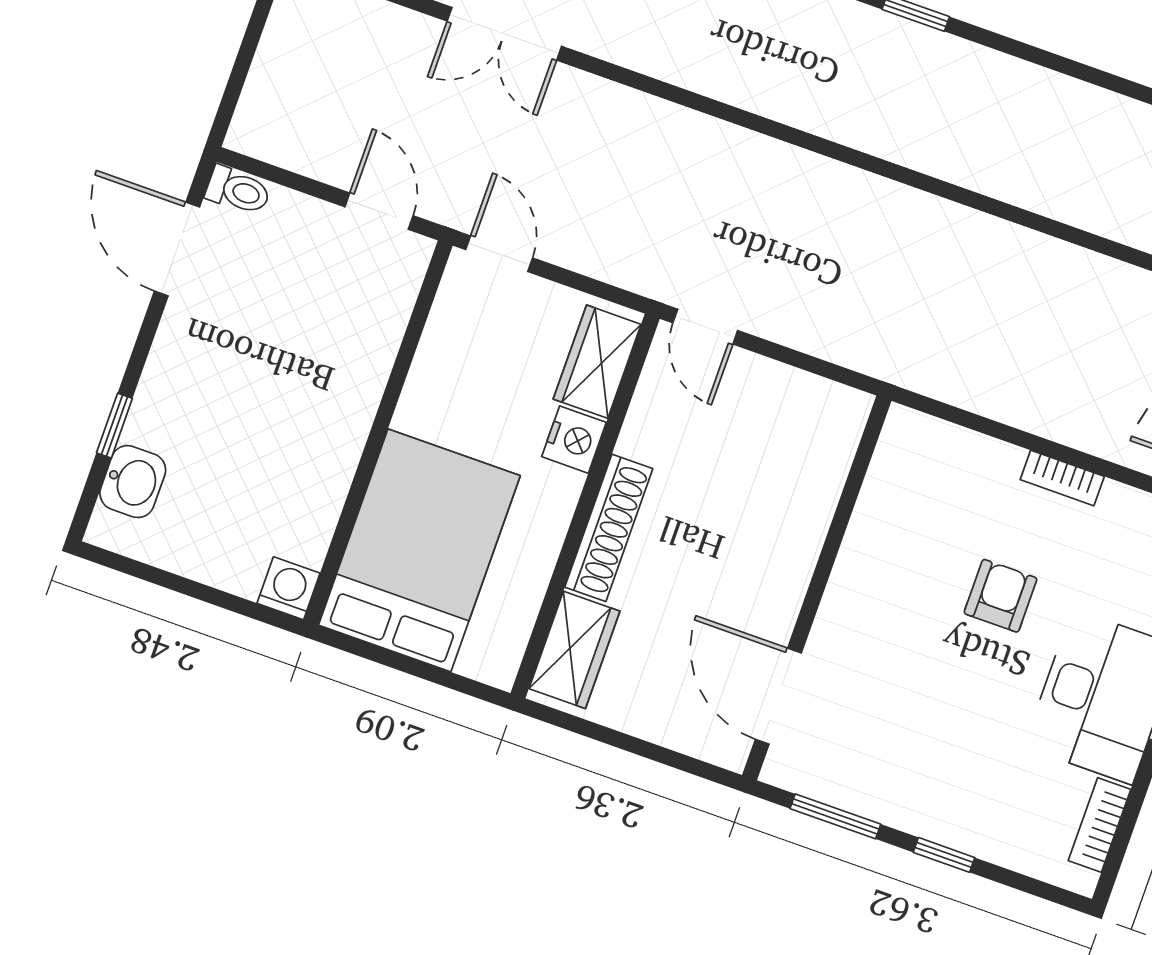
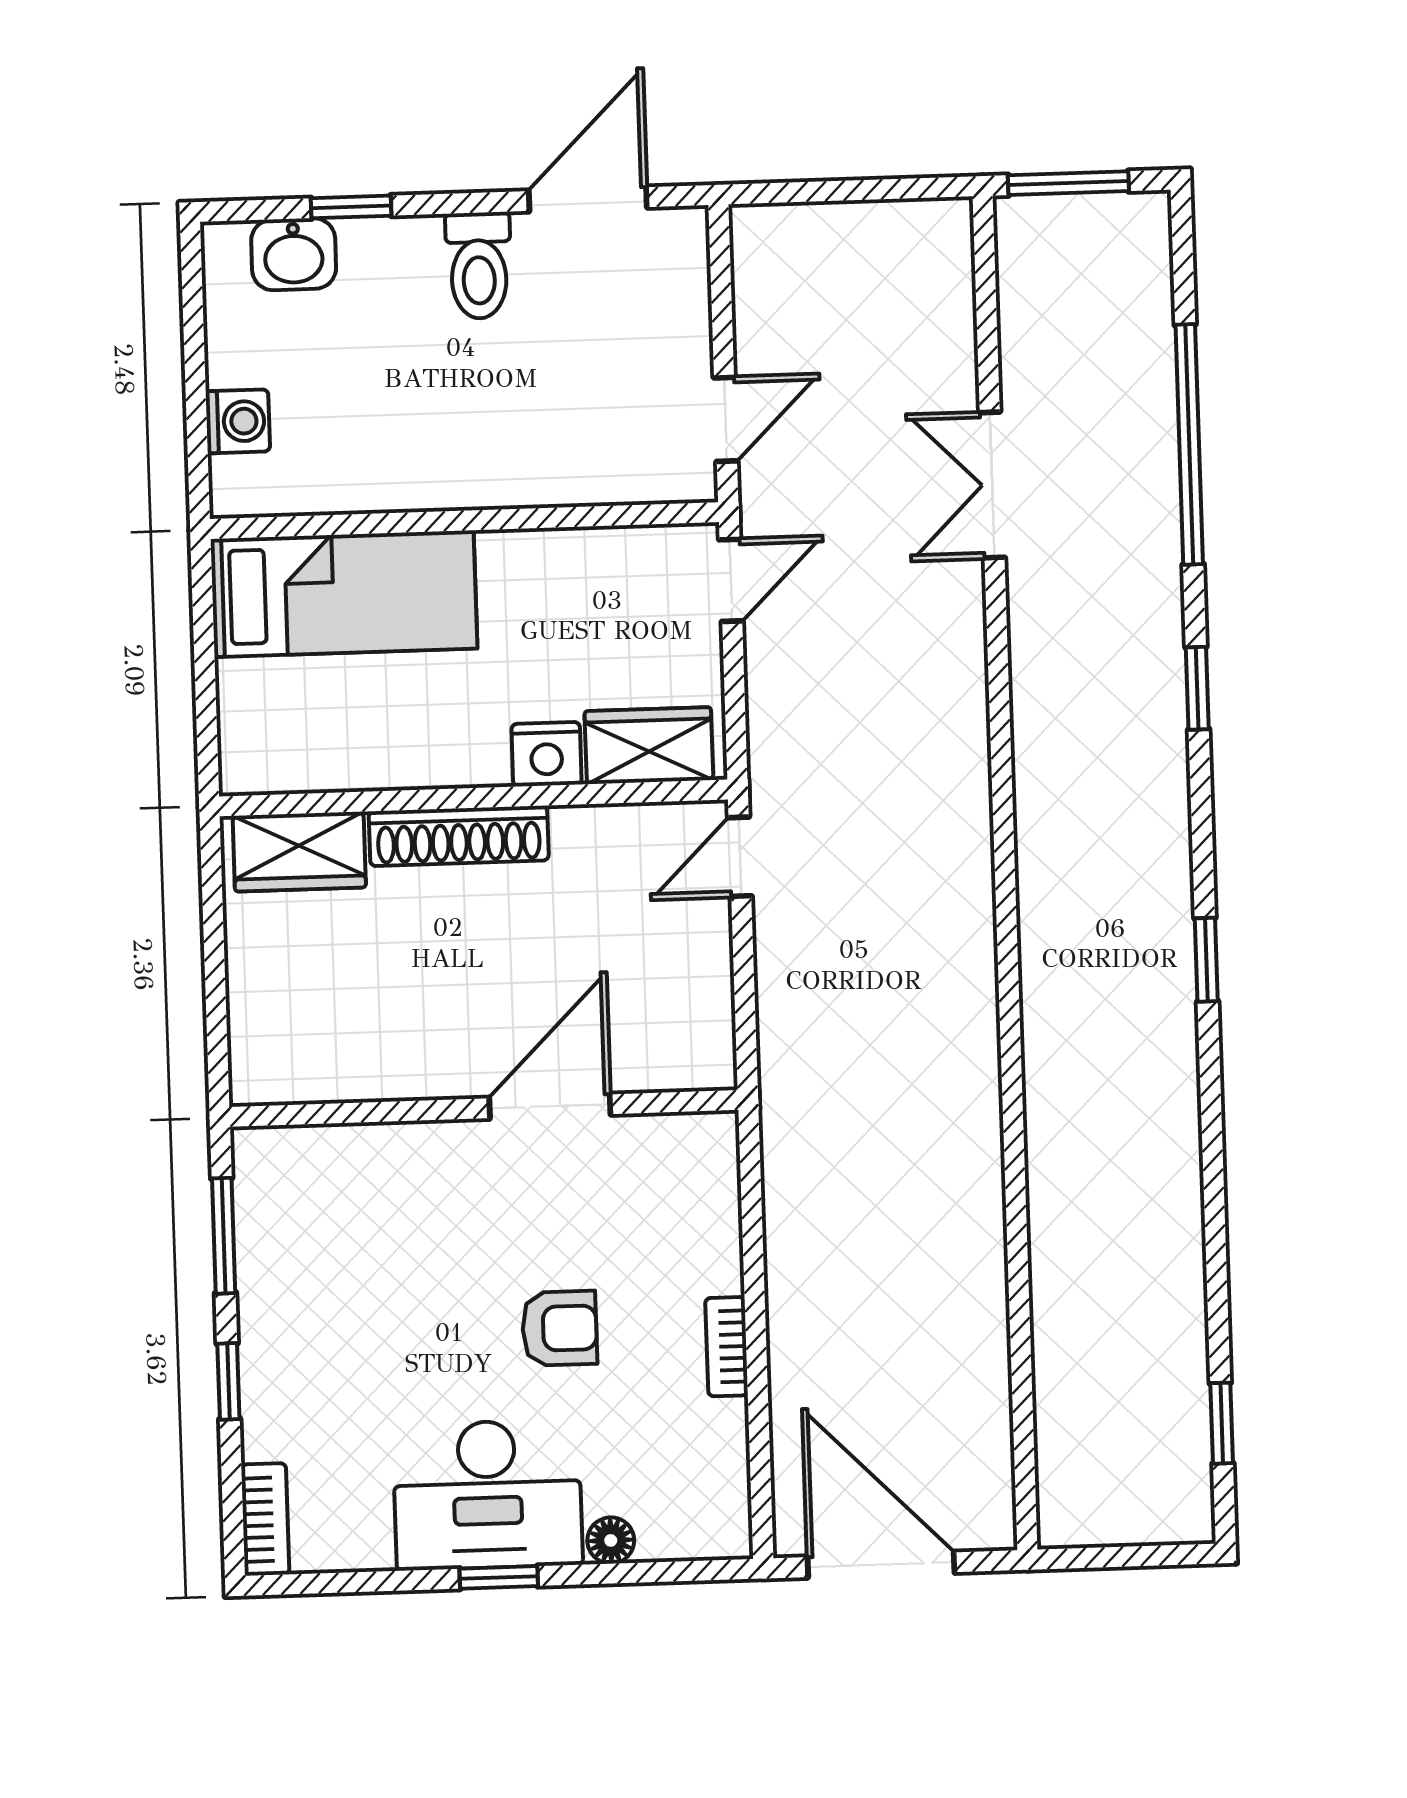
toilet: (238, 190) -> (479, 266), moved, width x1.37, depth x1.39
bed: (419, 550) -> (344, 594), width x0.67
washing machine: (289, 588) -> (238, 421), moved
door: (778, 696) -> (550, 1106), moved
bookcase: (1099, 825) -> (265, 1519), moved, turned 90

